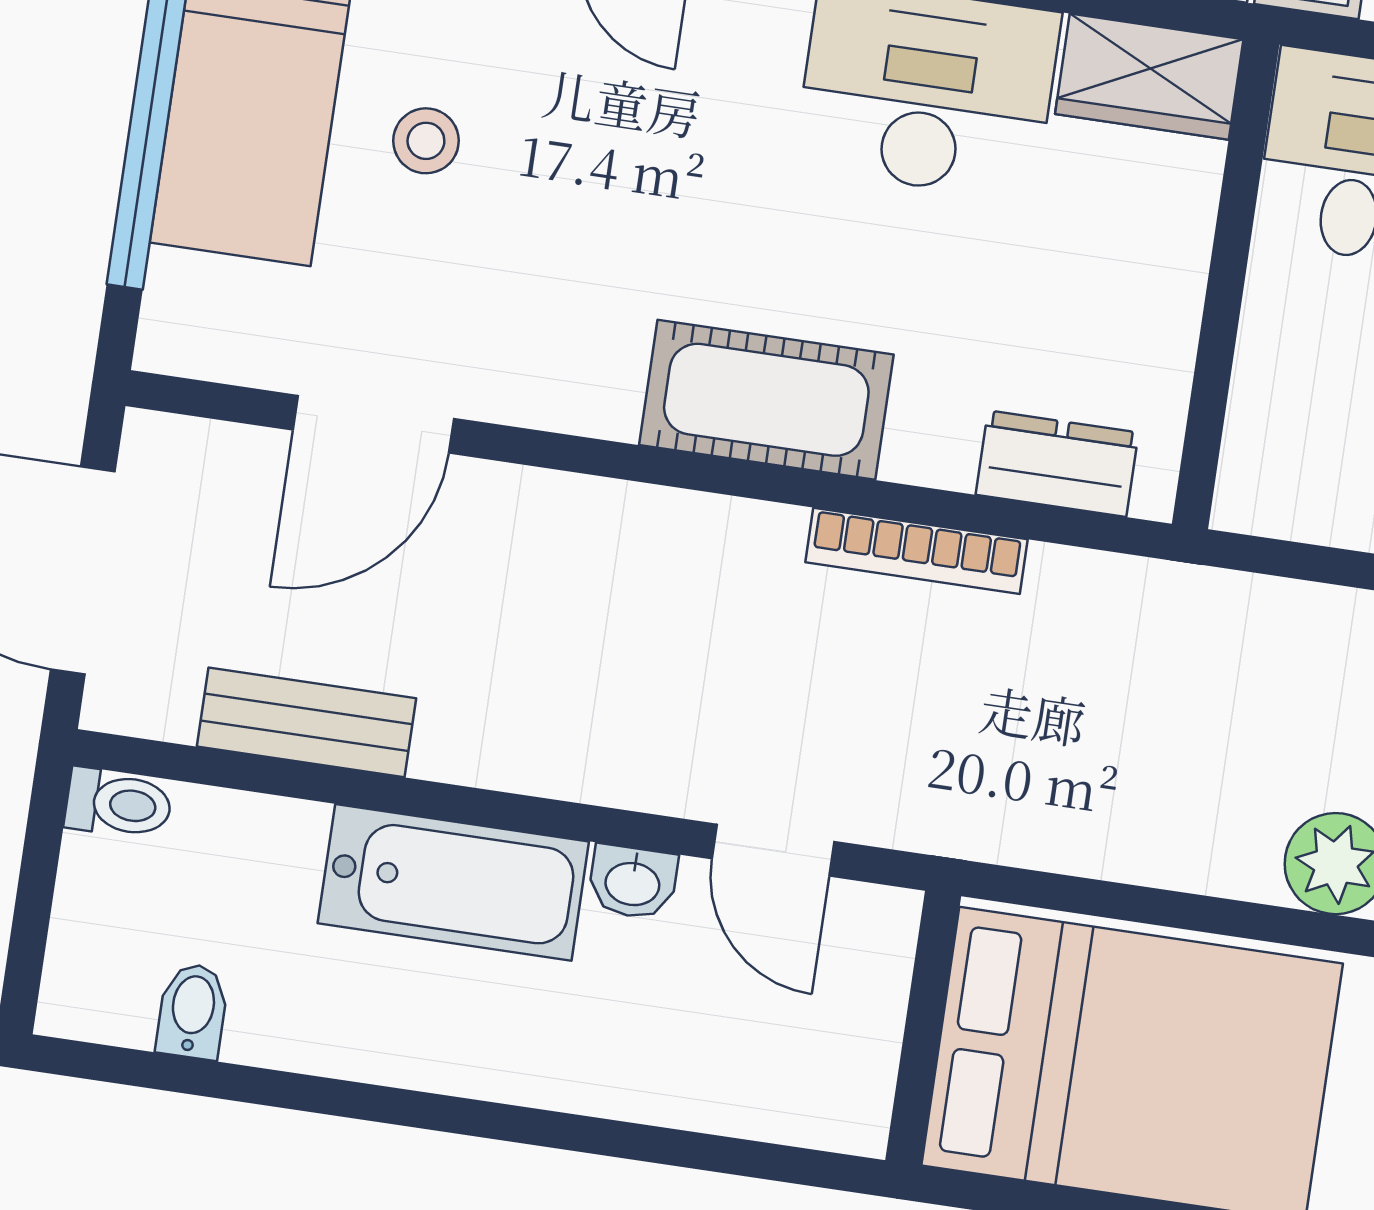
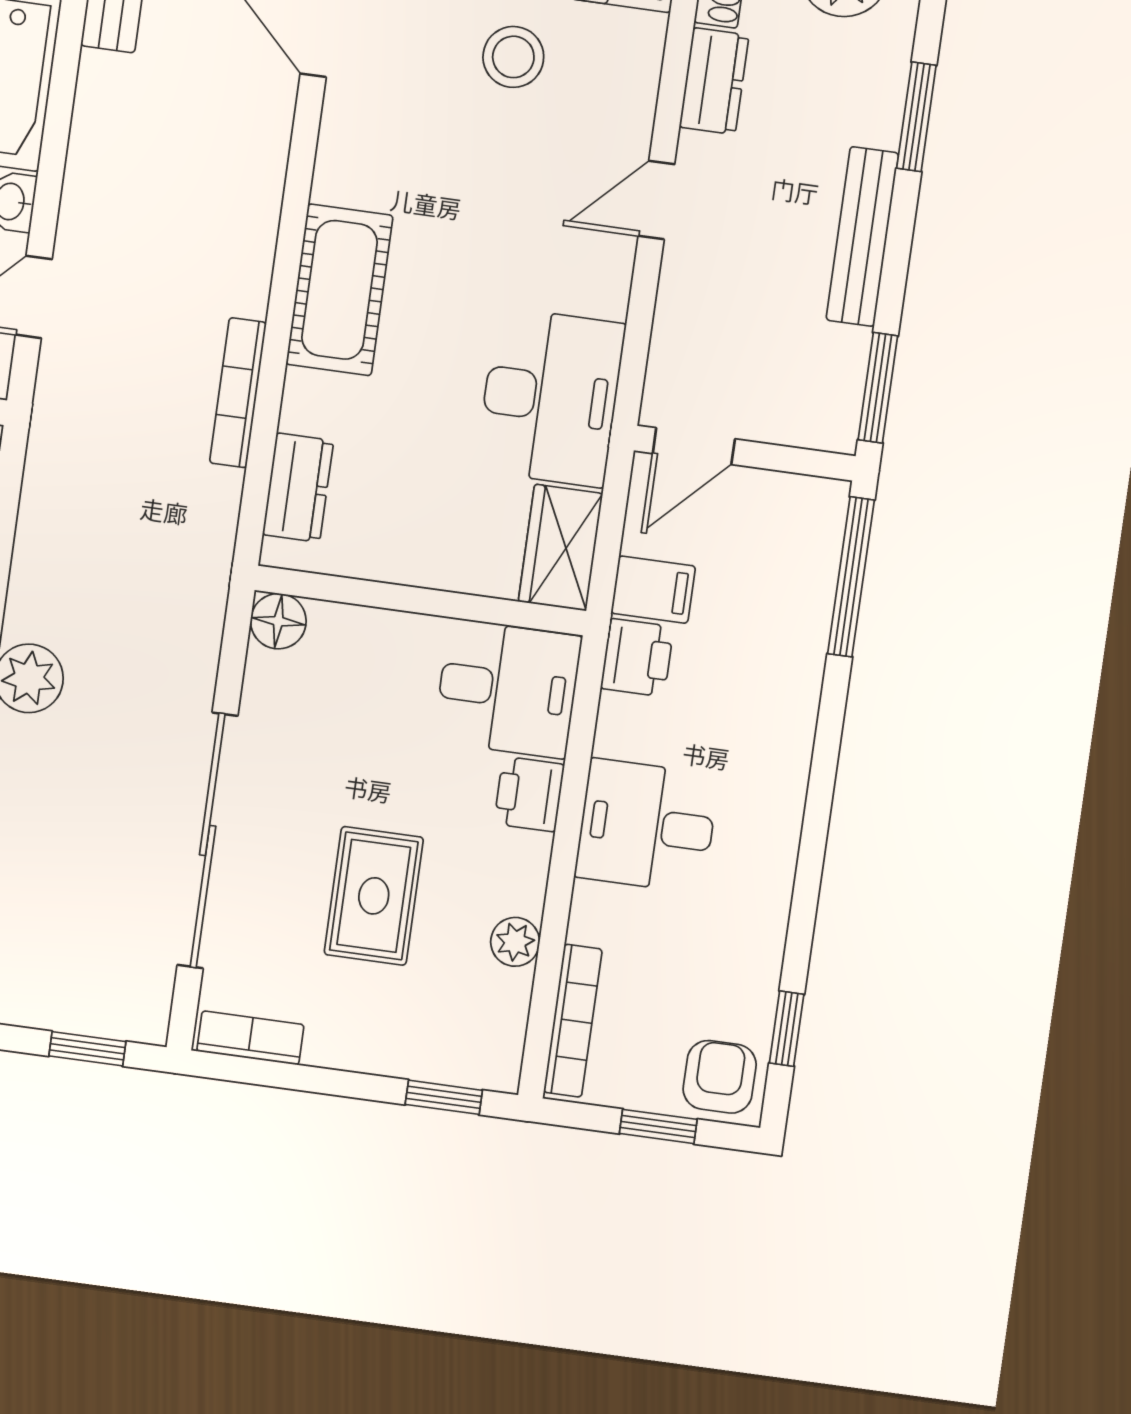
stool: (426, 141) -> (513, 57), width x1.37, depth x1.37
floor lamp: (1254, 495) -> (278, 621), added

